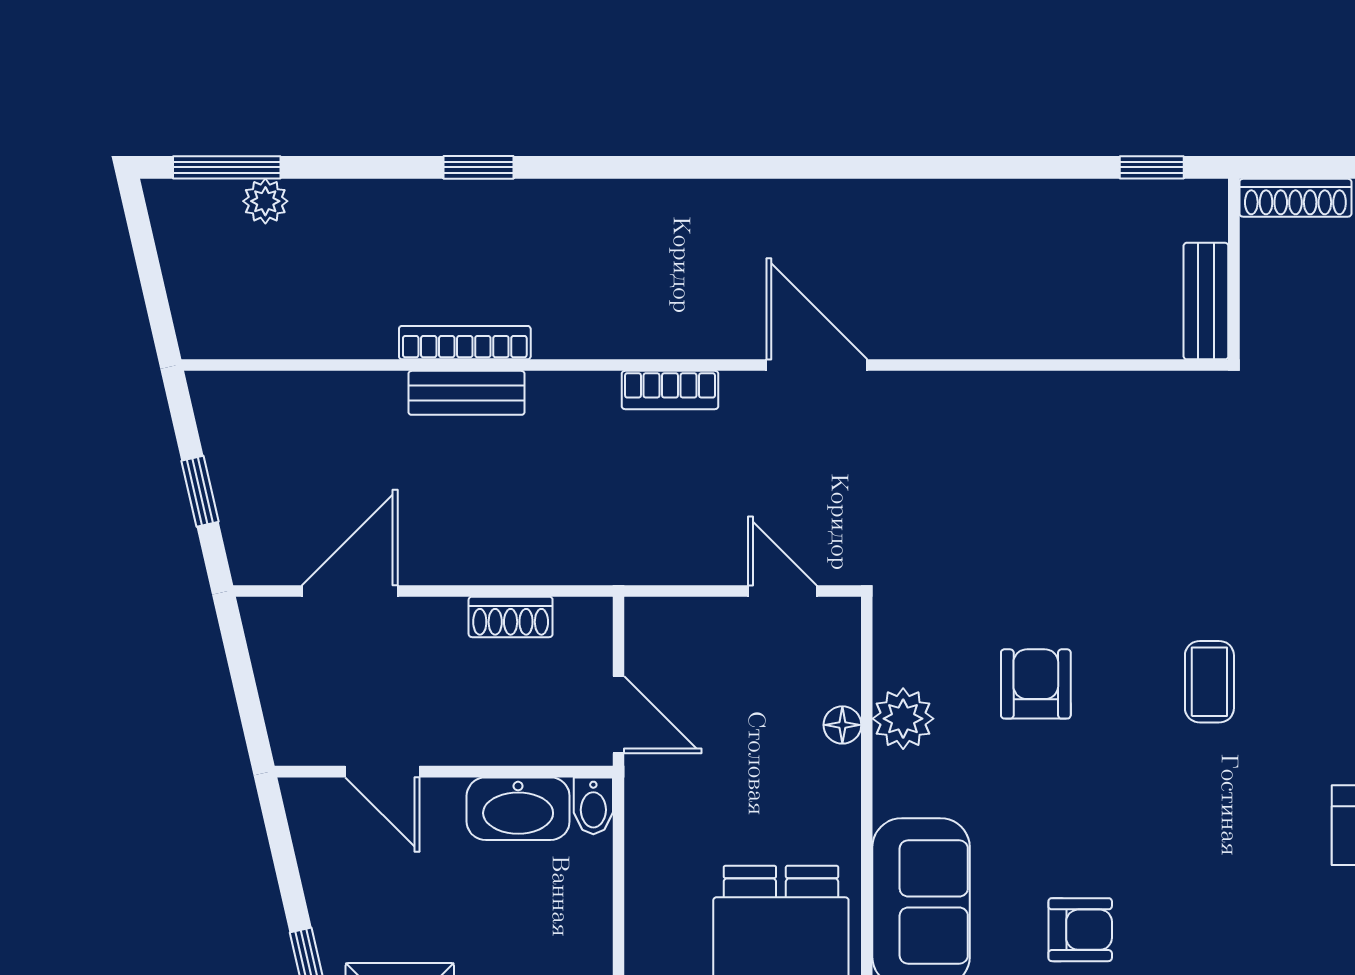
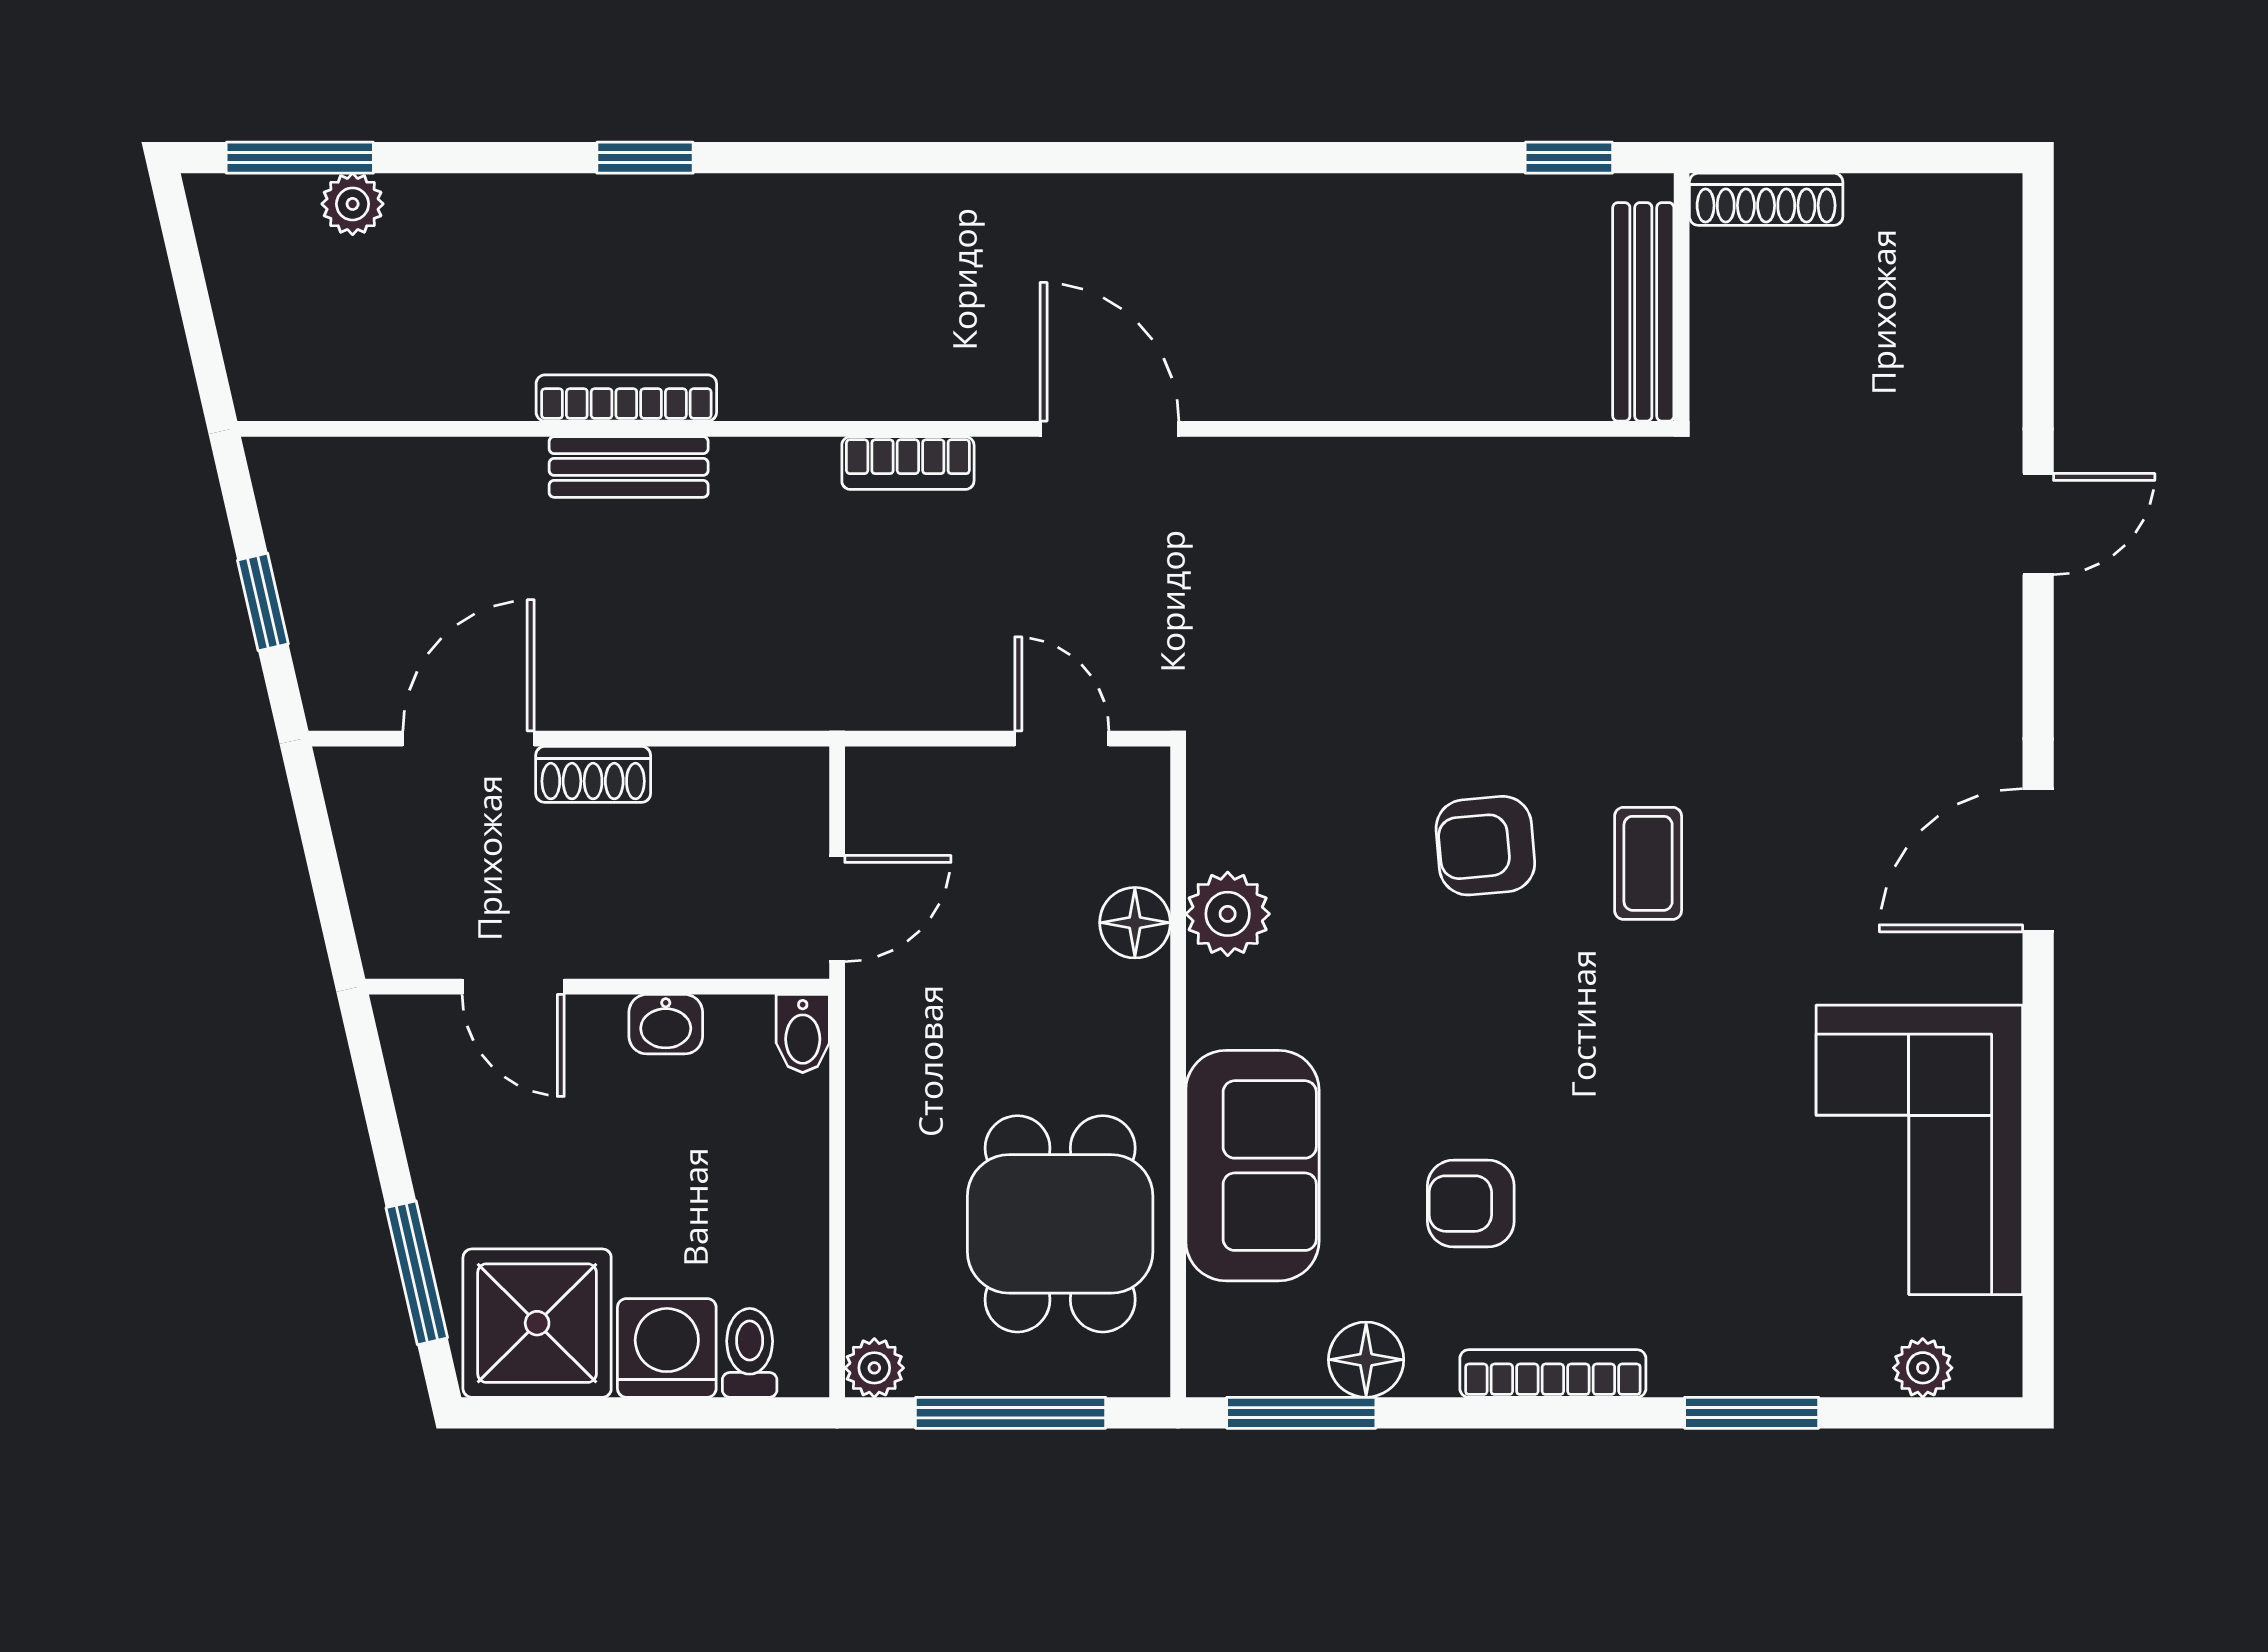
bench: (1206, 301) -> (1643, 312), width x1.36
shoe rack: (511, 617) -> (593, 774), moved
armchair: (1036, 684) -> (1485, 846), moved, turned -95
door: (618, 715) -> (837, 909), hinge flipped
floor lamp: (842, 725) -> (1135, 923), width x1.37, depth x1.37
washbasin: (518, 809) -> (666, 1024), width x0.52, depth x0.69
armchair: (1080, 930) -> (1471, 1204), turned 180

